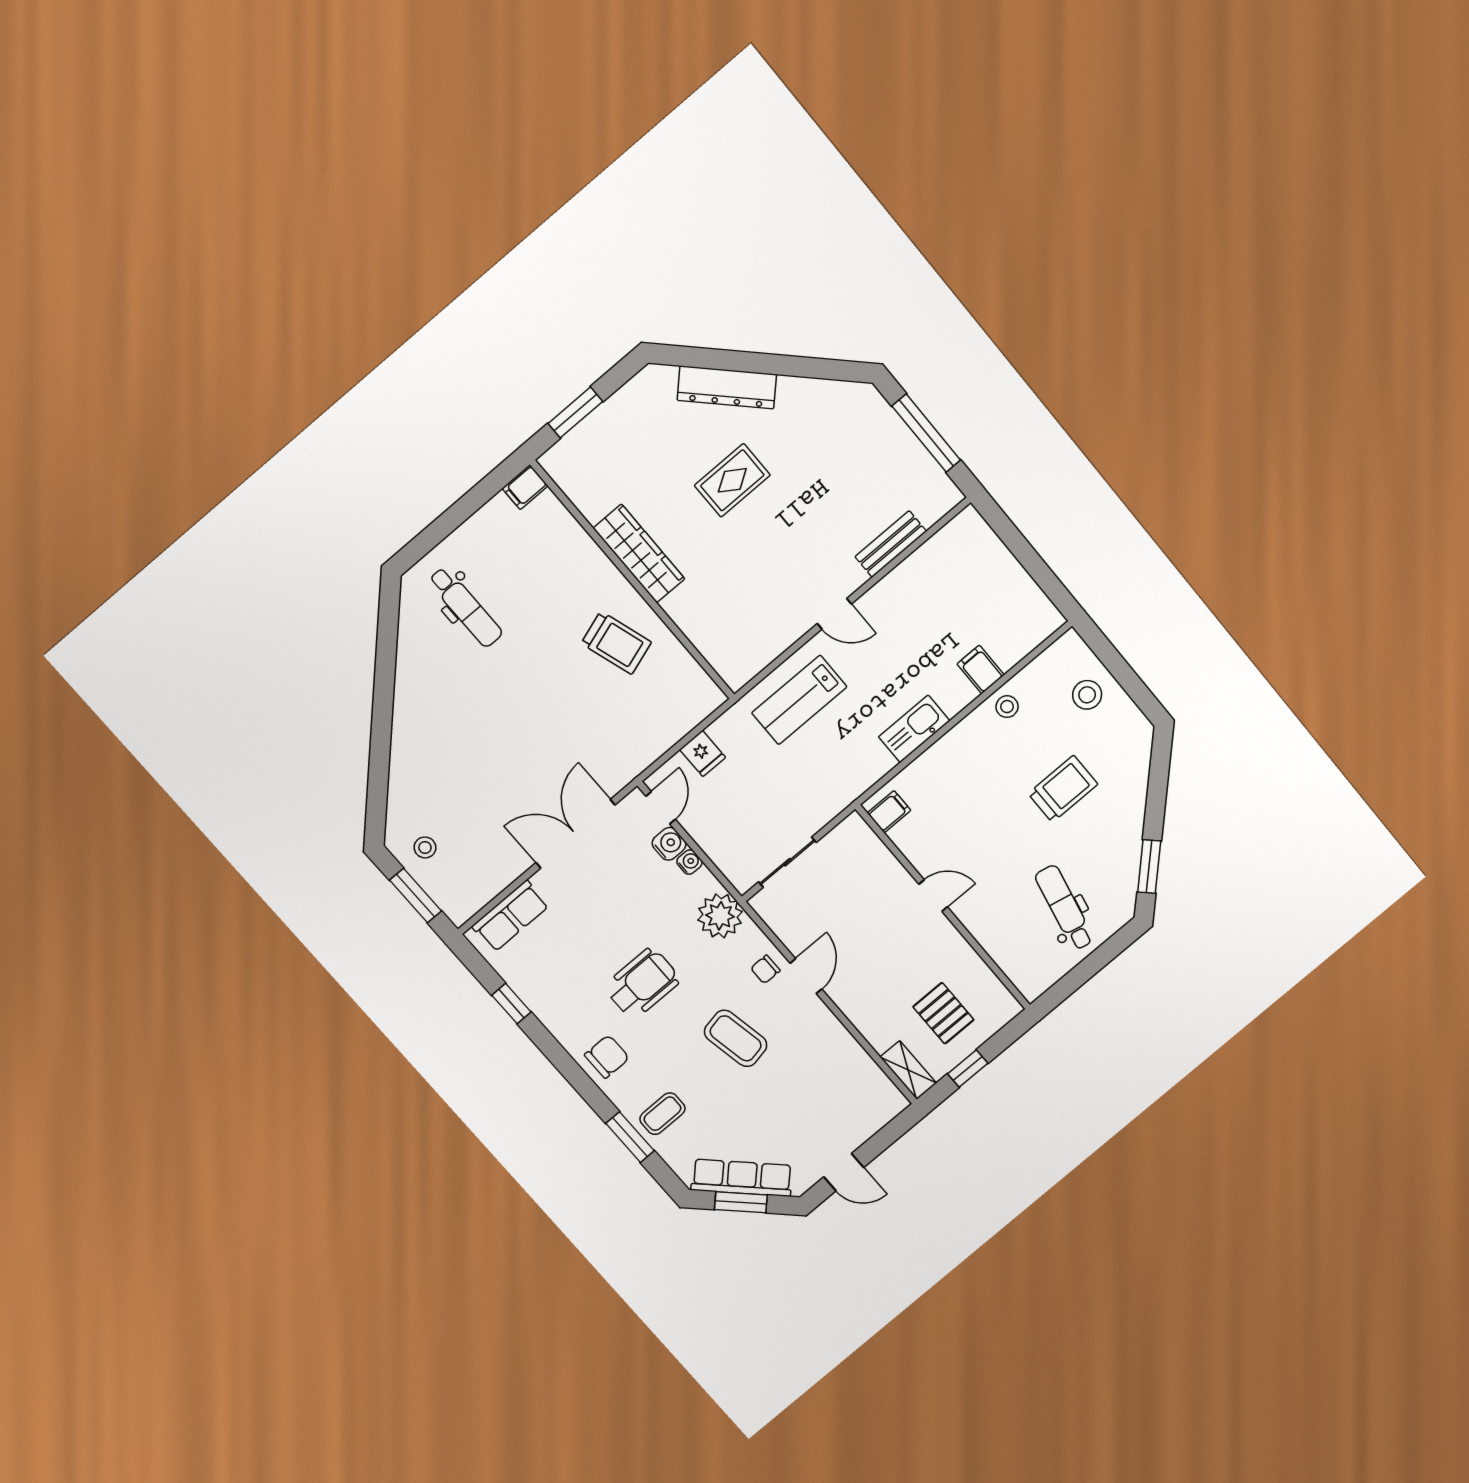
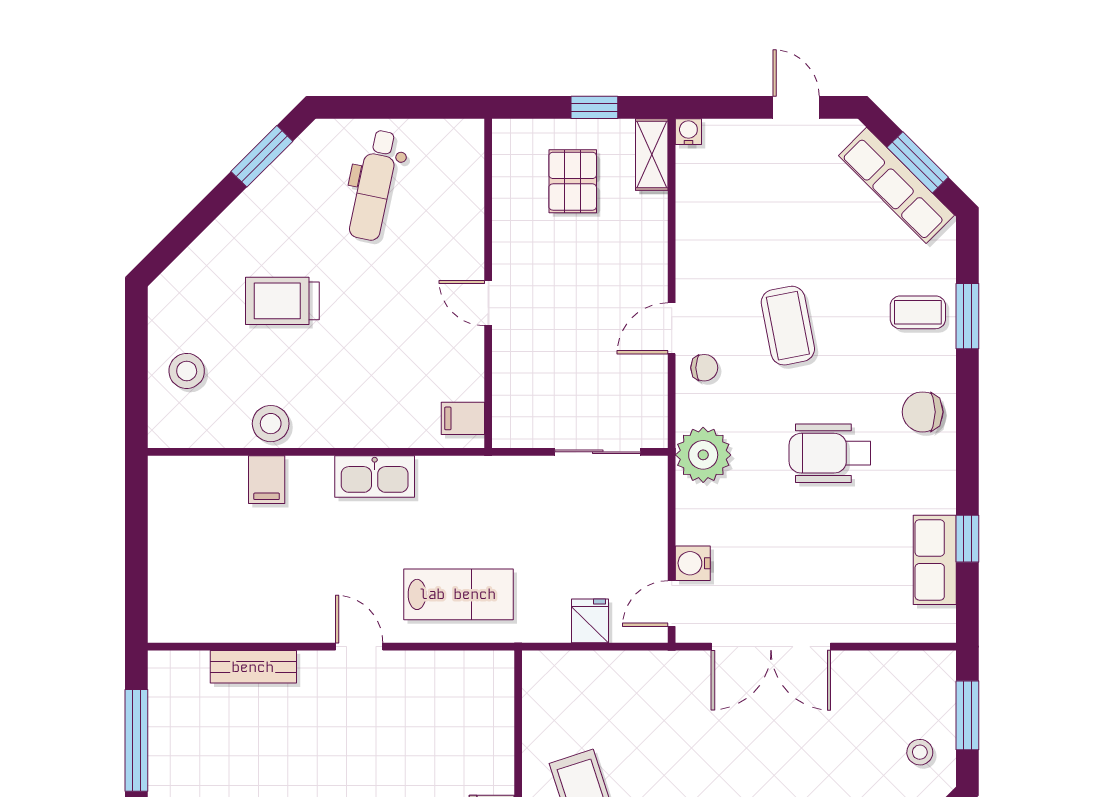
stool: (1007, 707) -> (271, 424), width x1.37, depth x1.37
water cooler: (689, 862) -> (688, 132), moved, turned 90
row of seats: (510, 916) -> (935, 560), moved, turned -90

